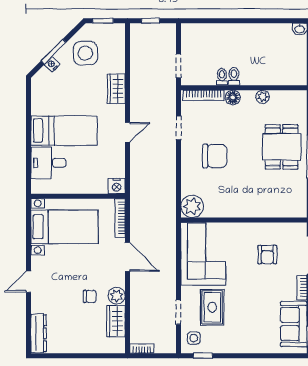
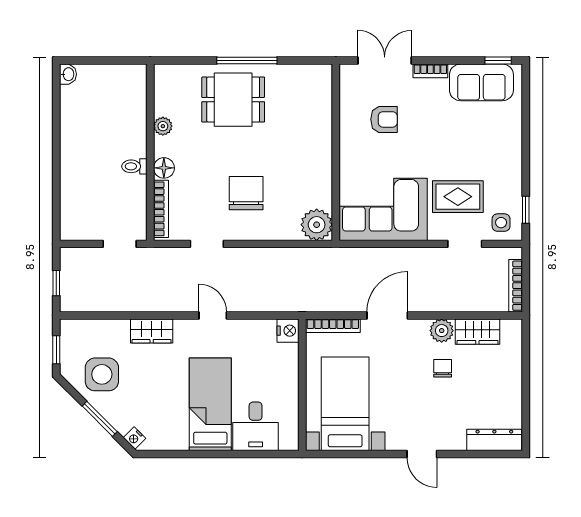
nightstand: (52, 64) -> (134, 438), moved
toilet: (222, 77) -> (135, 183), removed
bookcase: (142, 348) -> (516, 286), width x1.56

